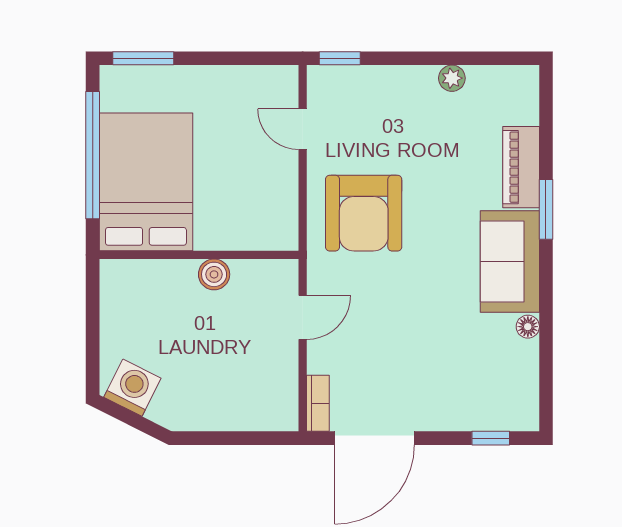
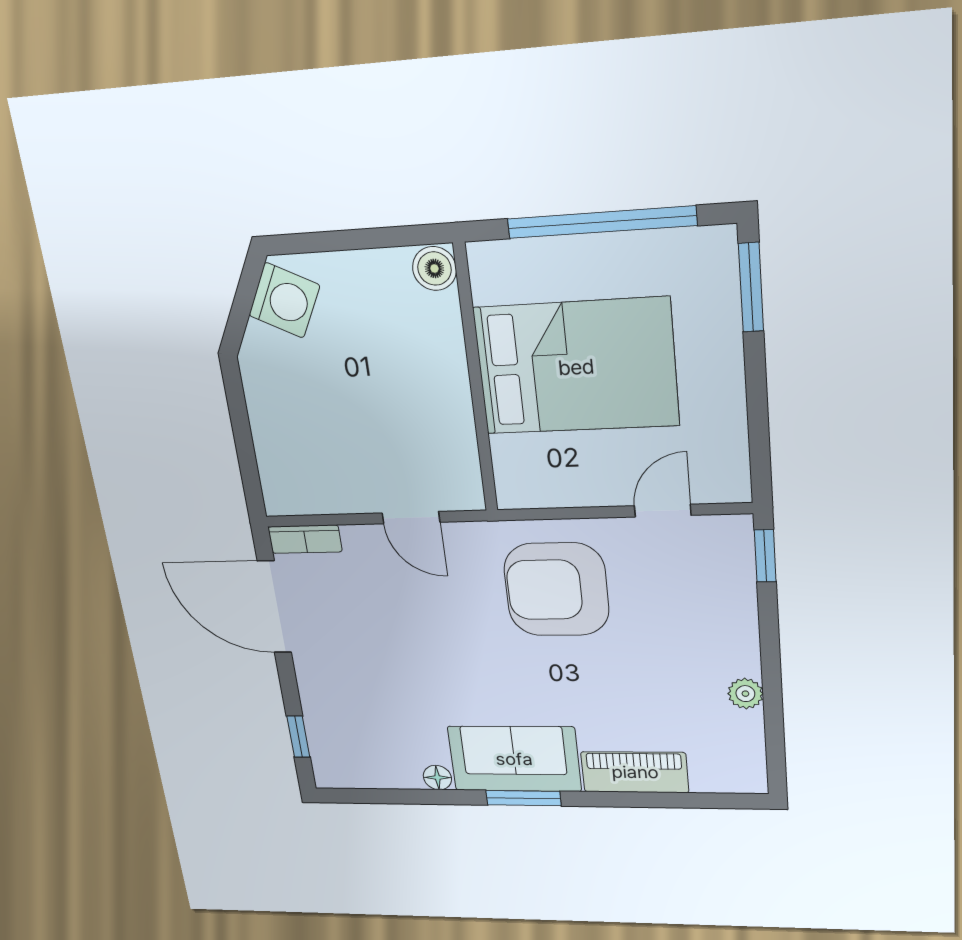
bed: (146, 182) -> (576, 367), moved
window: (546, 209) -> (523, 798), moved
boiler: (214, 274) -> (434, 268), moved

